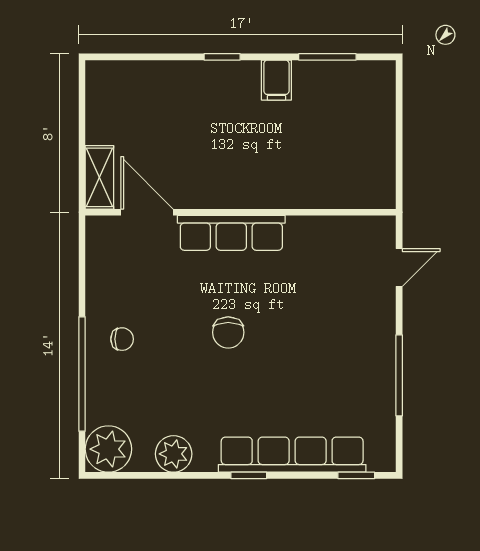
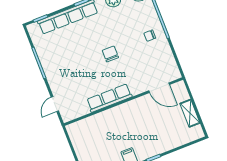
shelving: (99, 177) -> (190, 113), moved
row of seats: (231, 233) -> (109, 98), moved

